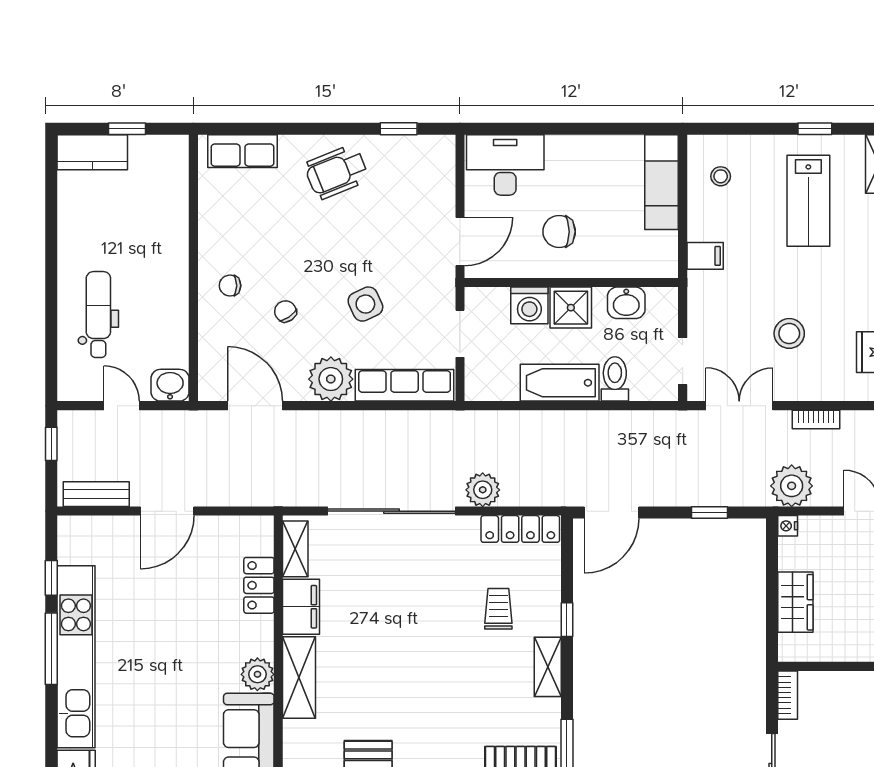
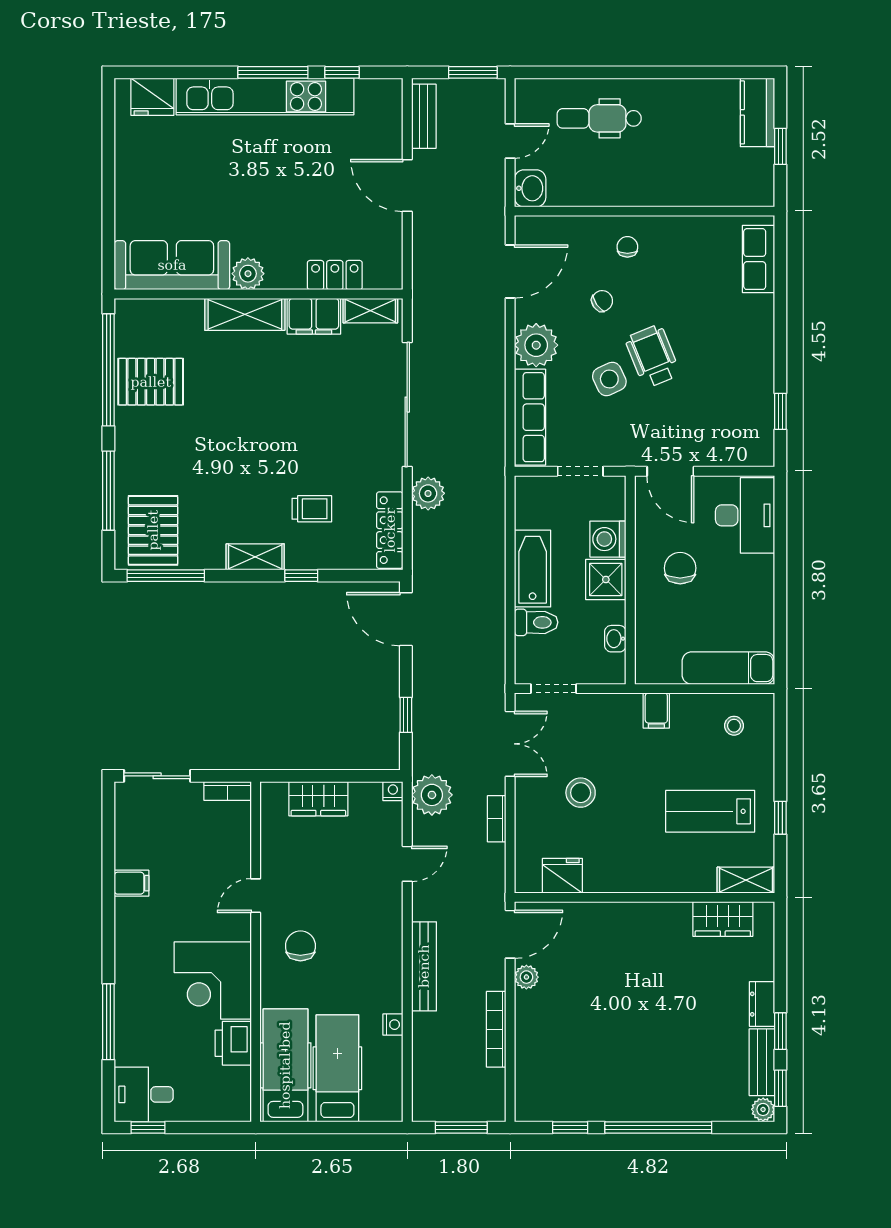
wheelchair: (337, 172) -> (653, 356), moved
washbasin: (626, 303) -> (615, 639), width x0.72, depth x0.69
dental chair: (98, 315) -> (599, 118), turned 180
window: (51, 444) -> (473, 72), width x1.50

